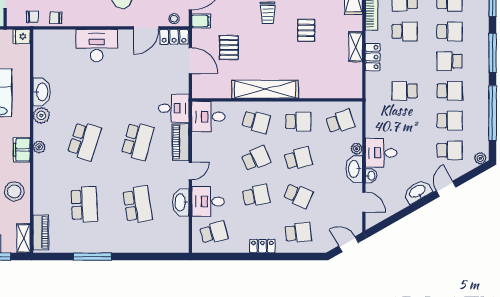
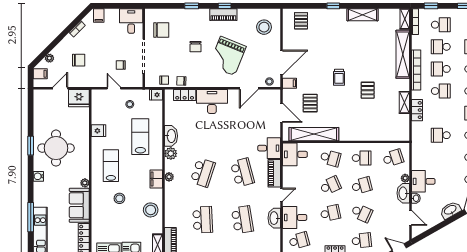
locker: (174, 37) -> (185, 95), moved
shelving: (265, 89) -> (314, 134), moved
school desk: (138, 141) -> (242, 172), turned -30

